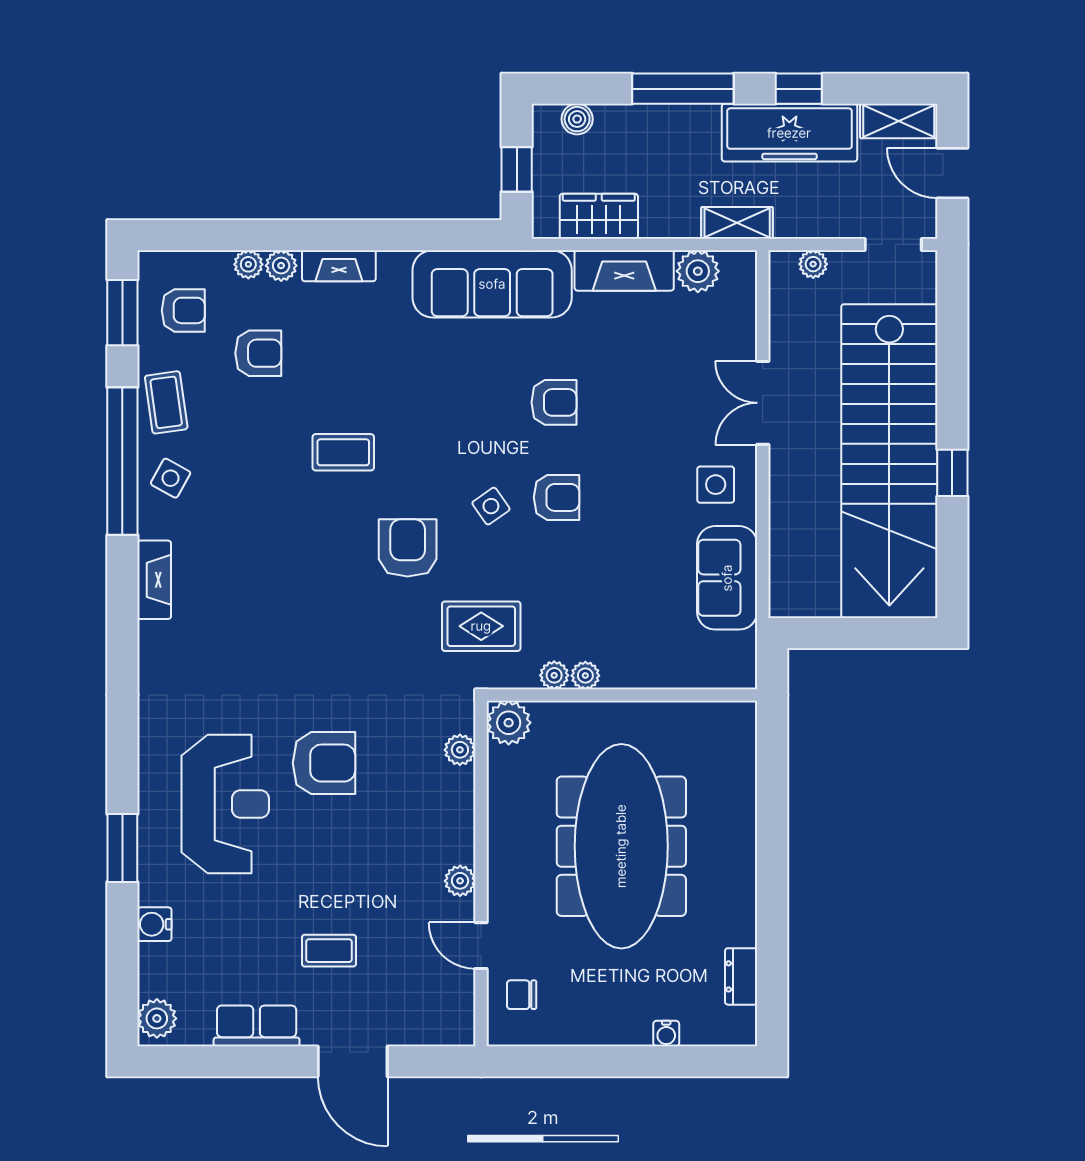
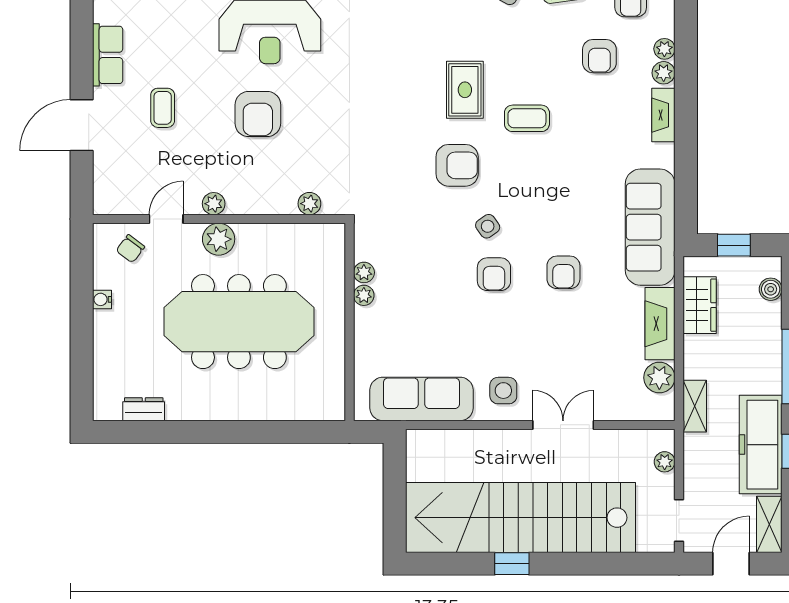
coffee table: (343, 452) -> (527, 118), turned 90
sofa: (727, 578) -> (421, 399), width x1.36
rug: (481, 626) -> (465, 90), moved
plant: (509, 723) -> (219, 239), moved
armchair: (324, 763) -> (258, 114), moved
chair: (522, 995) -> (130, 249), turned -143
water cooler: (666, 1033) -> (102, 299), moved

